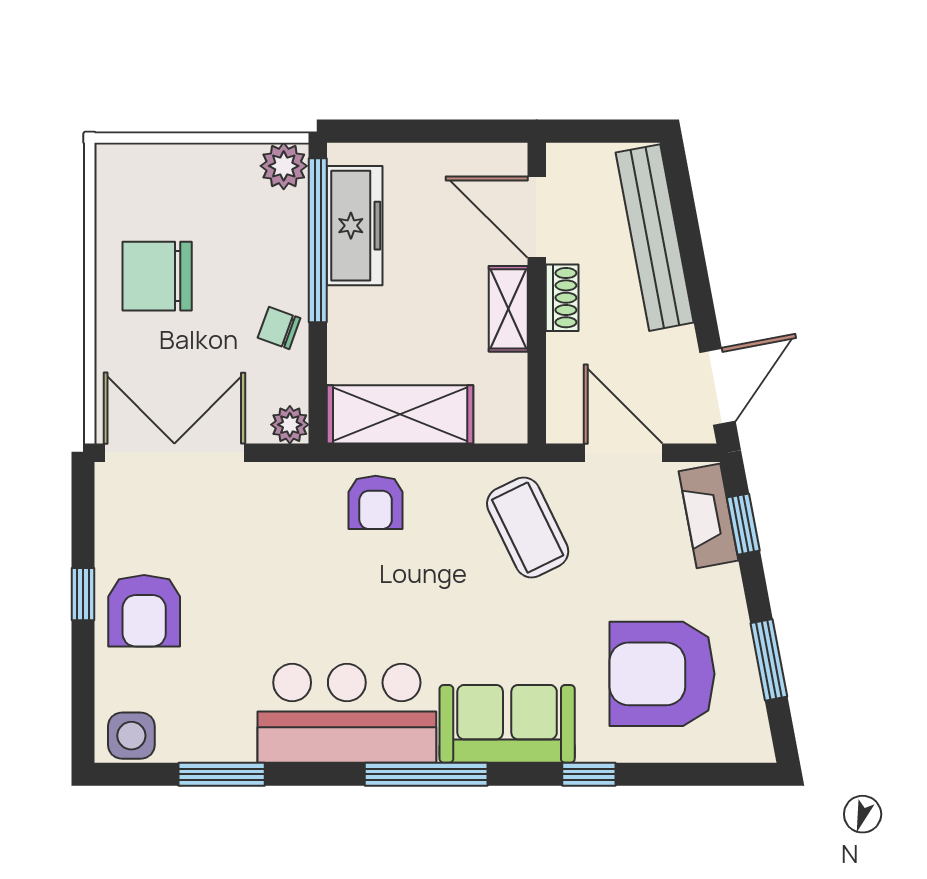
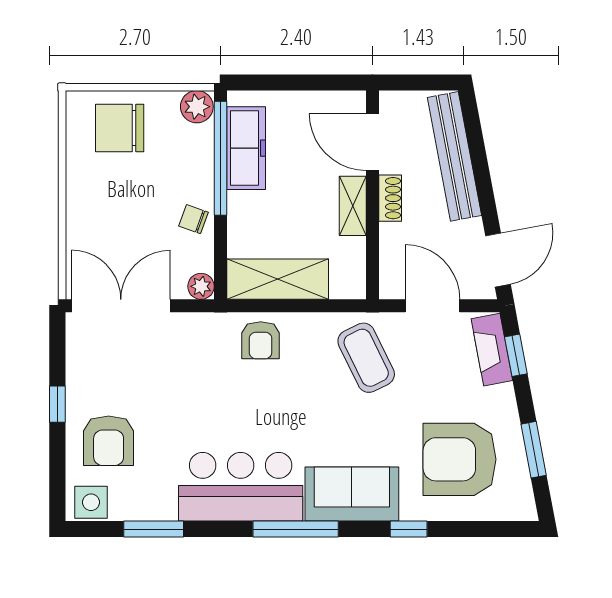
chair: (157, 276) -> (120, 128), moved
armchair: (144, 611) -> (109, 441), moved

